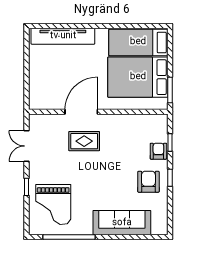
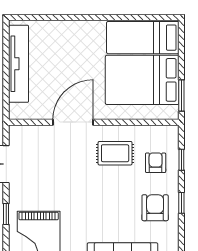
tv unit: (63, 36) -> (19, 64), moved, turned -90
rug: (84, 141) -> (115, 153), moved
armchair: (158, 151) -> (156, 163), moved

